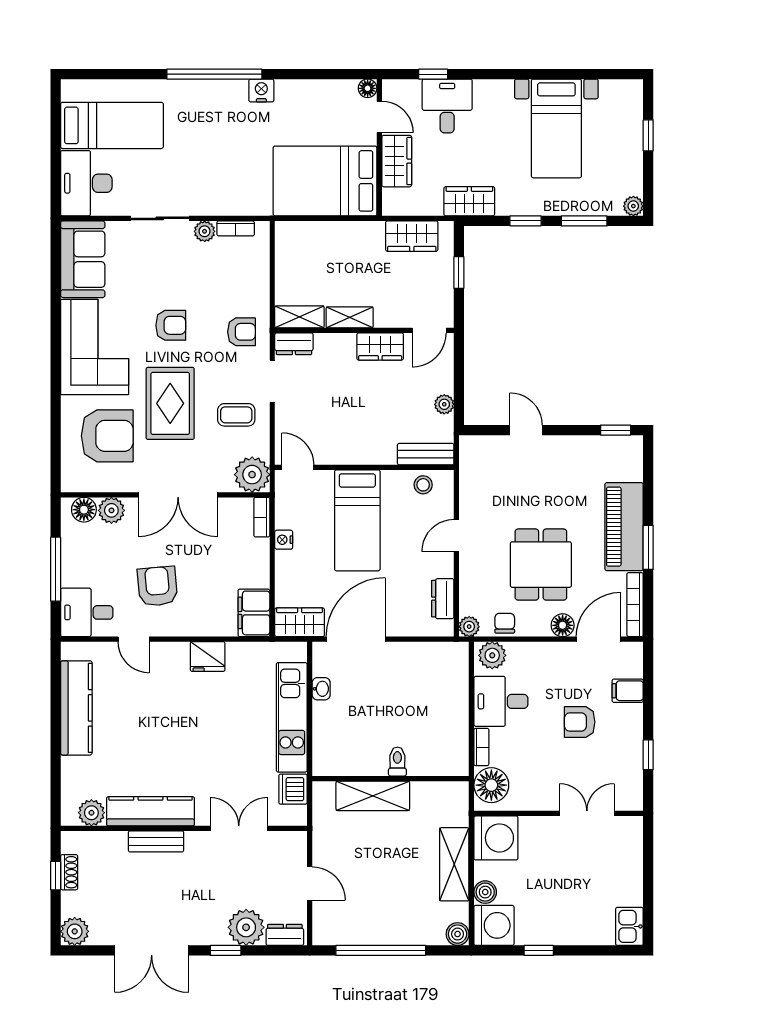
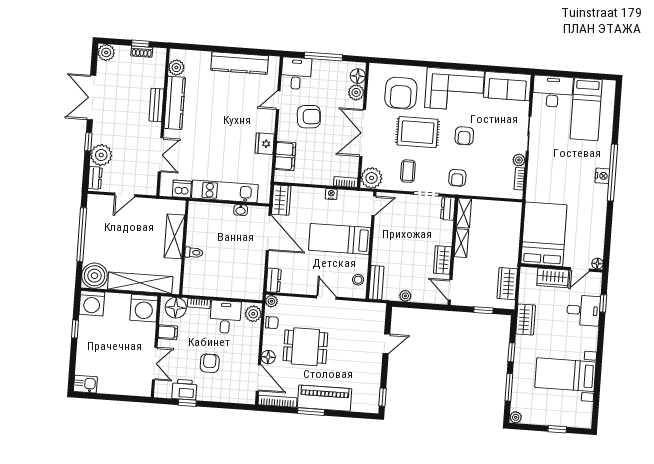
nightstand: (261, 90) -> (602, 176), moved
dresser: (443, 599) -> (274, 280), moved, turned 90
filing cabinet: (254, 613) -> (285, 156), moved, turned 90
filing cabinet: (628, 691) -> (168, 332), moved, turned 90
printer: (627, 761) -> (184, 390), added
shelving: (454, 864) -> (140, 283), width x1.47
boiler: (485, 892) -> (112, 299), removed
boiler: (458, 934) -> (94, 276), width x1.86, depth x1.86

